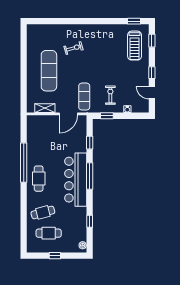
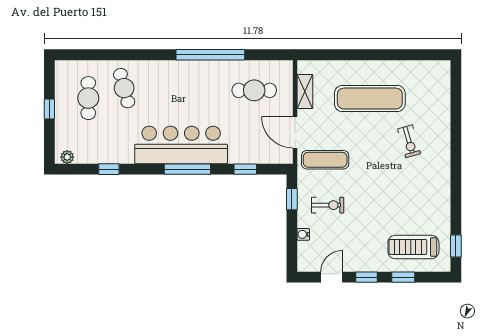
window: (152, 41) -> (403, 277), moved
cafe table: (39, 179) -> (254, 90), moved

